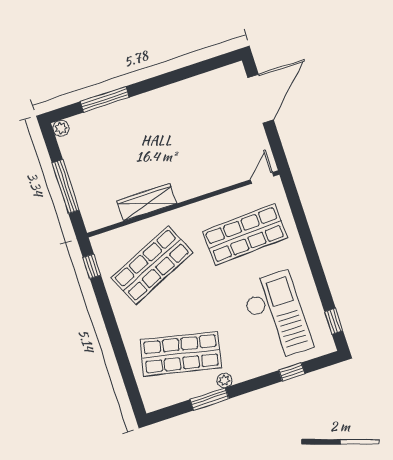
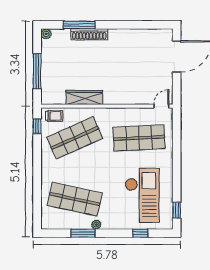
shoe rack: (124, 108) -> (89, 34), added
trolley: (112, 243) -> (54, 116), added

